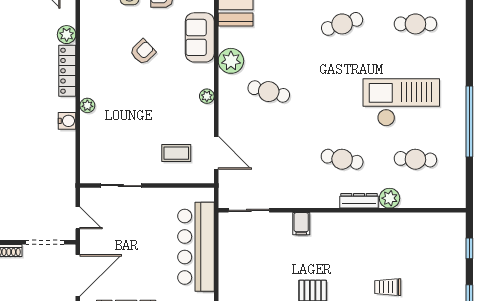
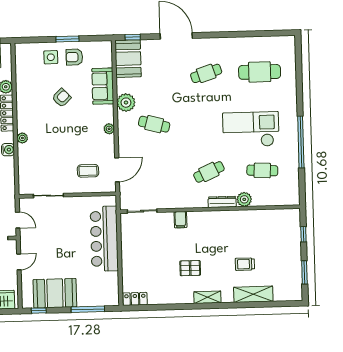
cafe table: (415, 24) -> (260, 72), width x1.37, depth x1.35
door: (216, 153) -> (117, 170), hinge flipped
cafe table: (342, 159) -> (209, 172), turned -36
door: (78, 275) -> (19, 262), width x0.53

